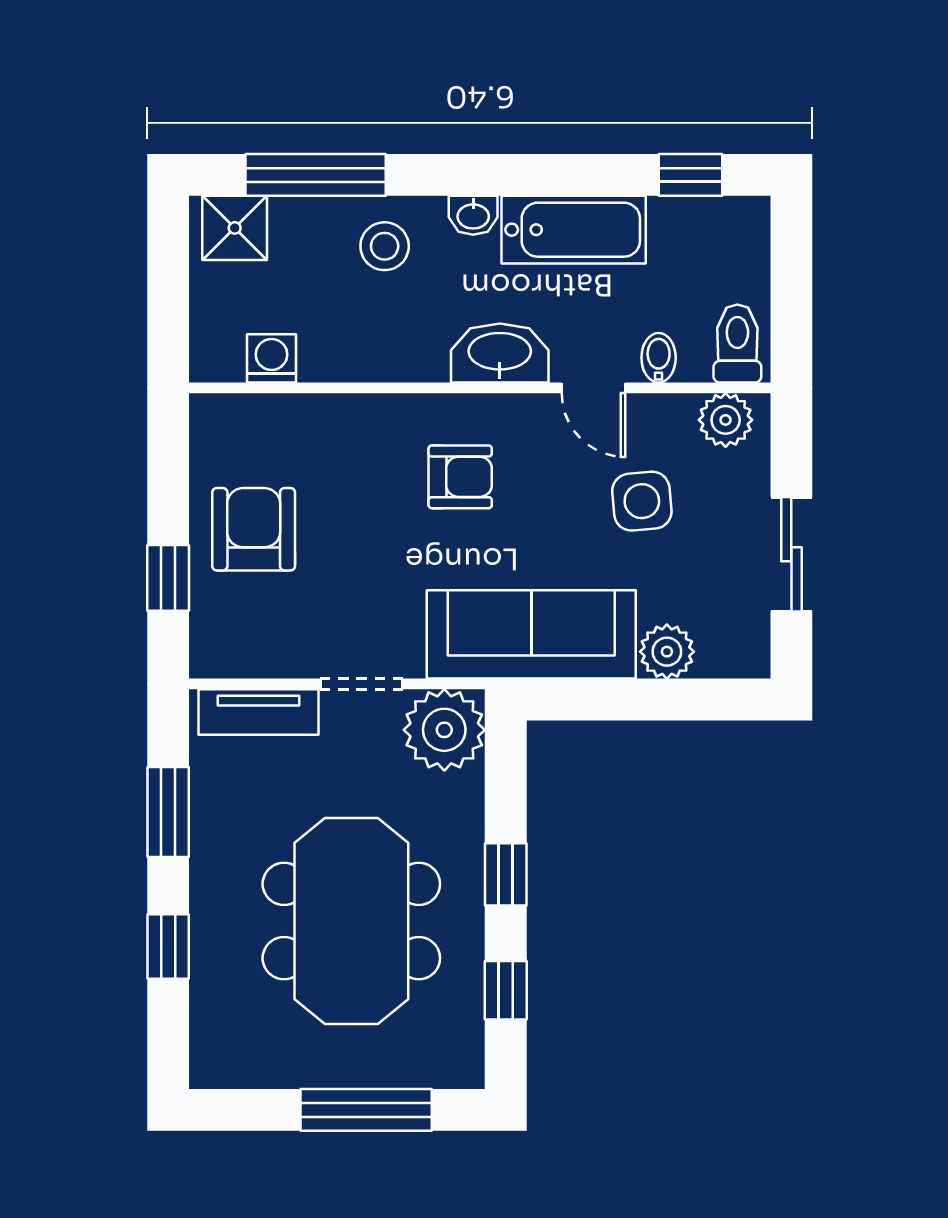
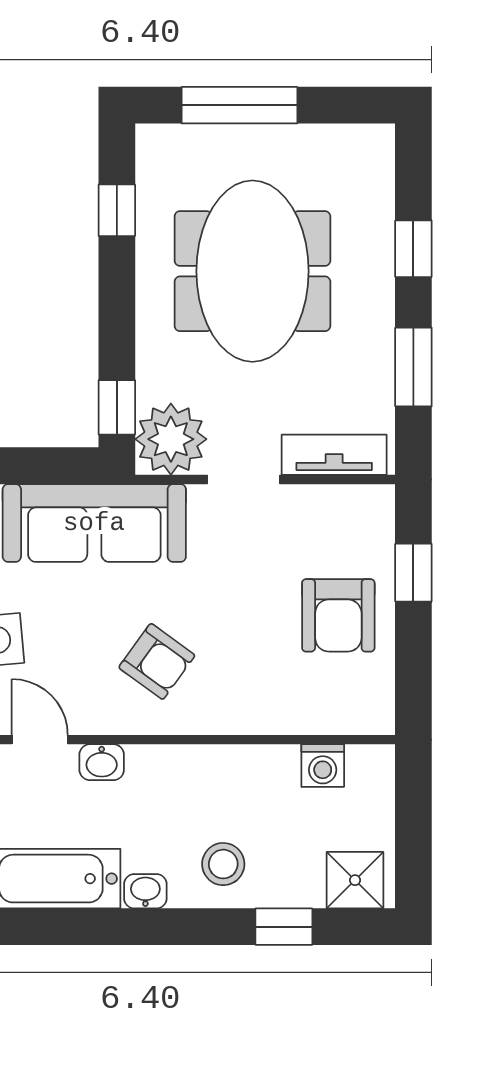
window: (316, 175) -> (284, 927), width x0.46
washbasin: (500, 353) -> (102, 762), width x0.52, depth x0.69
armchair: (460, 477) -> (157, 661), turned -144
window: (506, 874) -> (117, 407), moved

